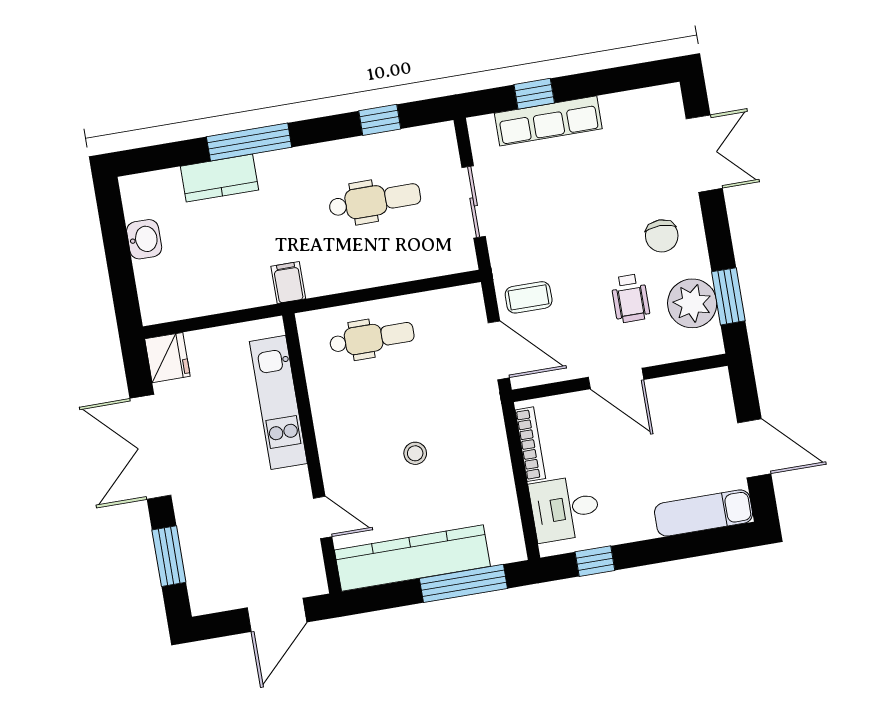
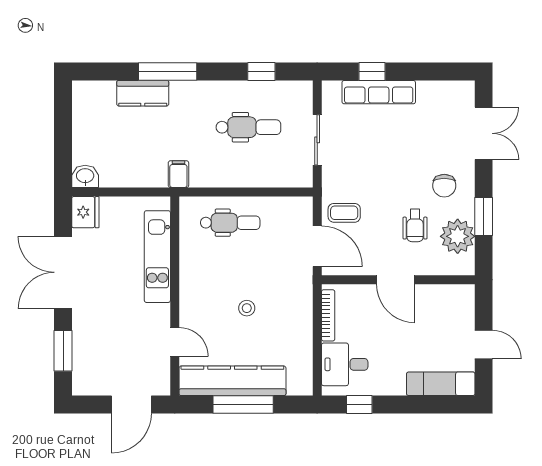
washbasin: (144, 239) -> (85, 176), moved, turned -90
window: (728, 296) -> (484, 216), moved
door: (754, 448) -> (484, 345), width x0.73
window: (463, 583) -> (243, 405), moved

